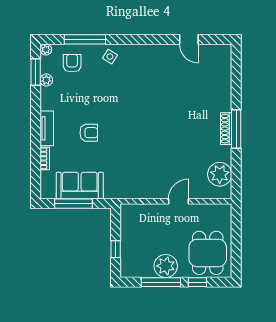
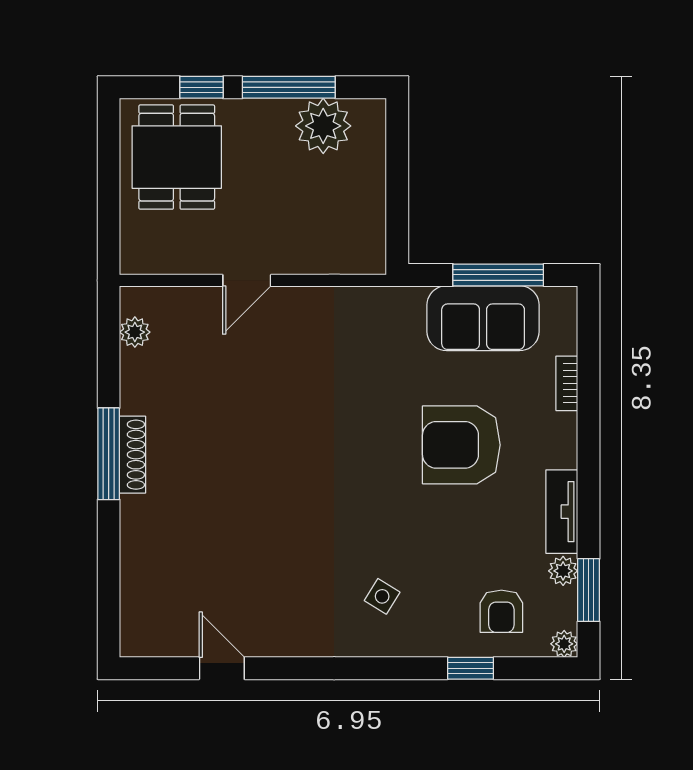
window: (85, 39) -> (471, 668), width x0.46
side table: (110, 57) -> (382, 596), moved
tv unit: (47, 128) -> (562, 512), moved
armchair: (89, 133) -> (461, 445), width x1.88, depth x1.88
plant: (220, 174) -> (135, 332), width x0.53, depth x0.53
window: (116, 249) -> (397, 166), removed
plant: (166, 266) -> (323, 126), moved

